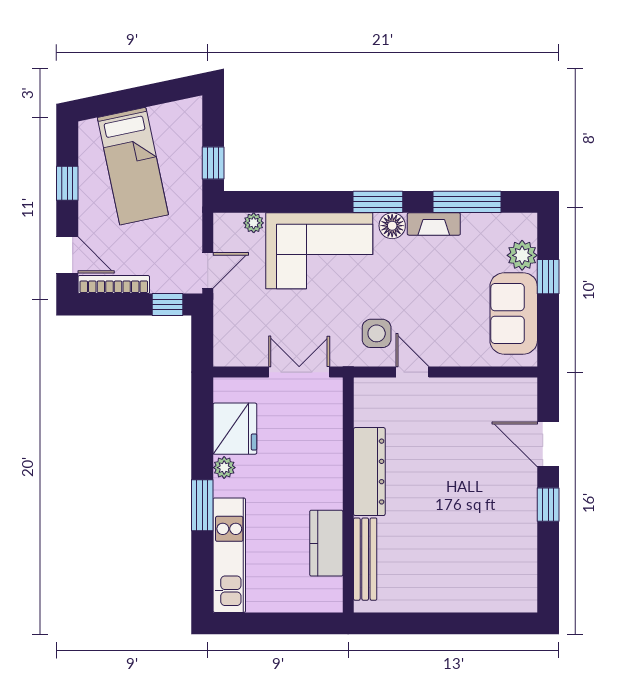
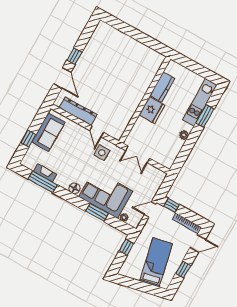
window: (378, 202) -> (97, 212), moved
fireplace: (434, 224) -> (45, 173), moved
door: (67, 255) -> (198, 243), swing flipped
plant: (522, 255) -> (33, 152), removed
fridge: (235, 429) -> (152, 110), moved, turned 180
dresser: (369, 472) -> (78, 111), moved, turned 90
window: (202, 505) -> (205, 116), moved
bench: (365, 559) -> (152, 73), removed

